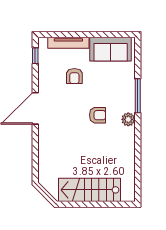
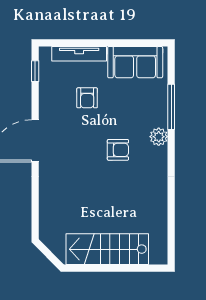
window: (138, 96) -> (171, 107), moved
plant: (128, 119) -> (159, 137), moved

